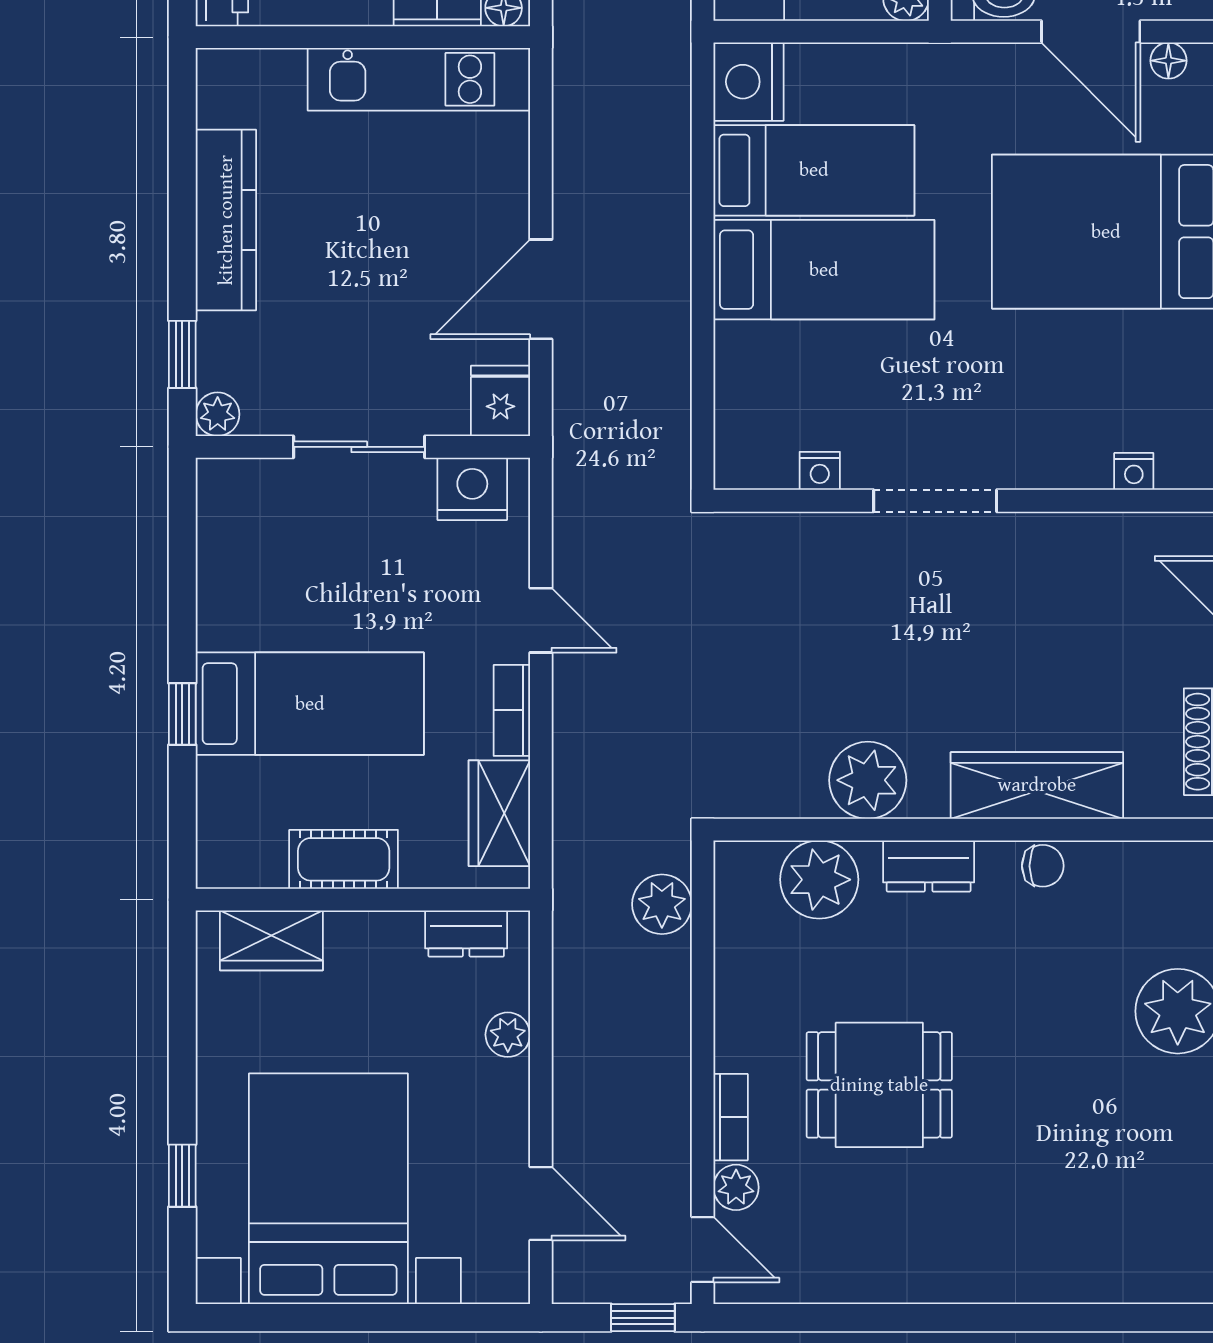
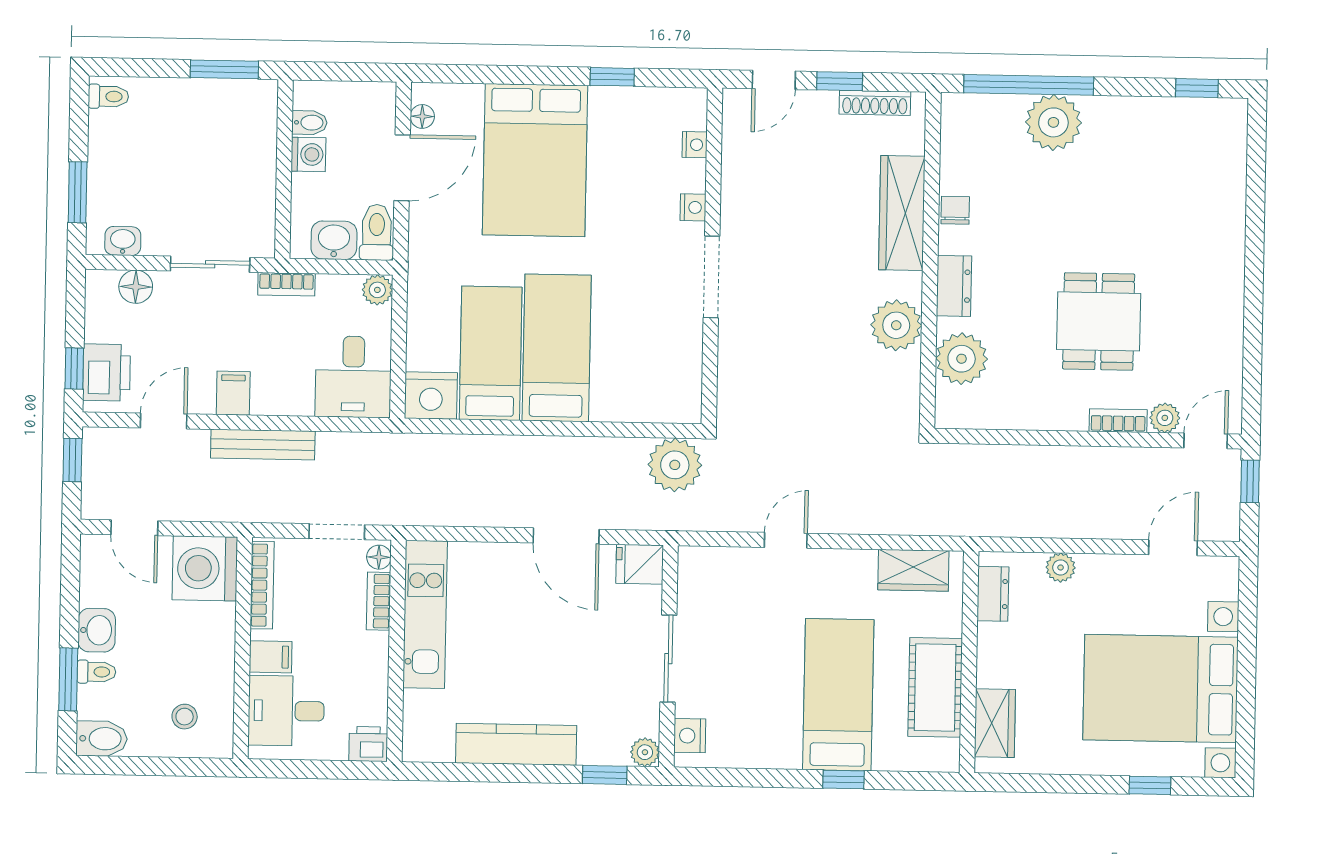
nightstand: (820, 471) -> (693, 207), moved
nightstand: (472, 489) -> (690, 736), moved, width x0.74, depth x0.75
bookcase: (512, 710) -> (845, 561), removed
cot: (344, 859) -> (935, 687), width x1.37, depth x1.34
plant: (662, 904) -> (675, 465), moved, width x1.36, depth x1.36

